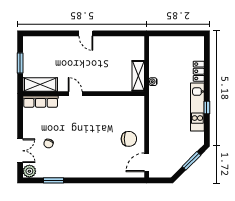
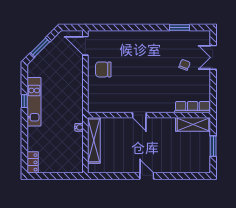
locker: (199, 71) -> (33, 162), moved
shelving: (138, 76) -> (94, 140), width x1.47
door: (75, 94) -> (139, 115), moved
door: (147, 162) -> (85, 46), swing flipped
plant: (29, 171) -> (204, 37), removed

